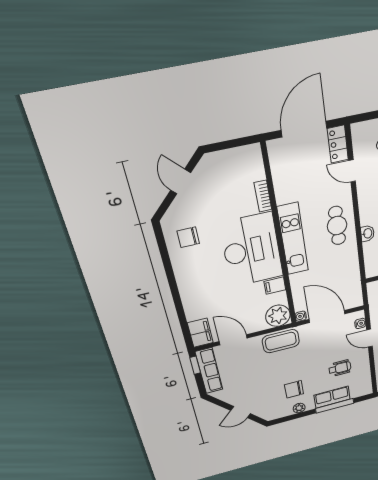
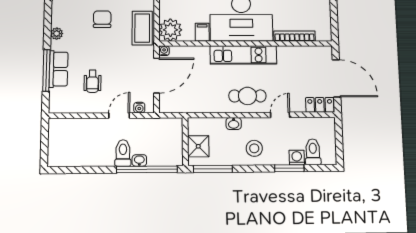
door: (352, 171) -> (280, 115), moved
bookcase: (263, 196) -> (295, 36), width x1.56
chair: (294, 389) -> (102, 19), moved

